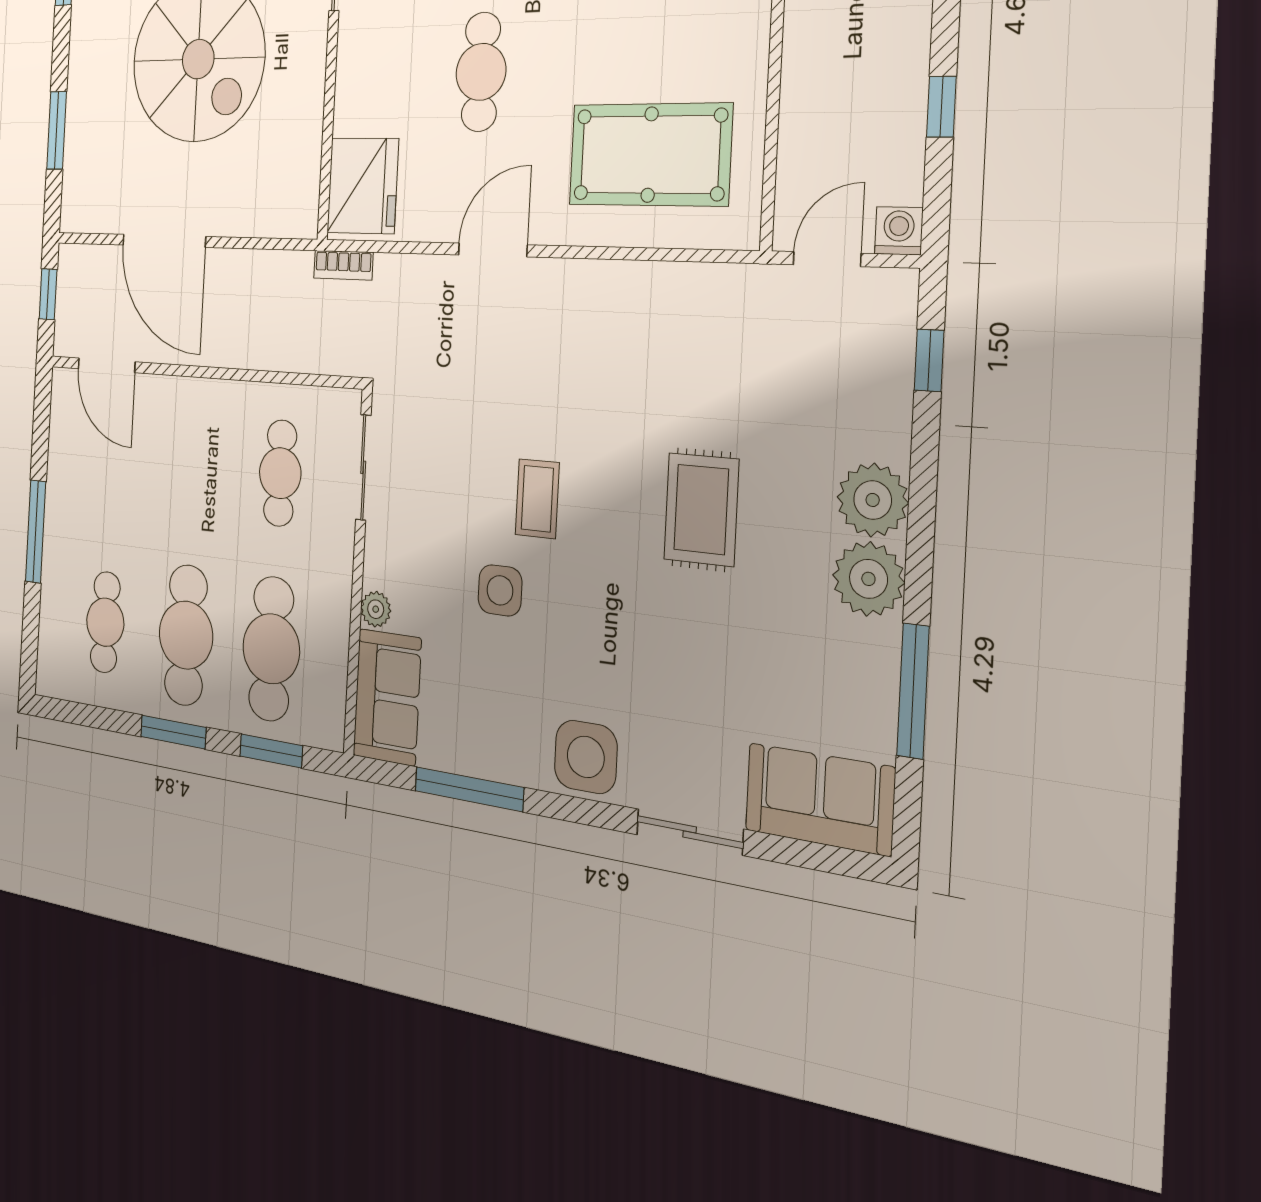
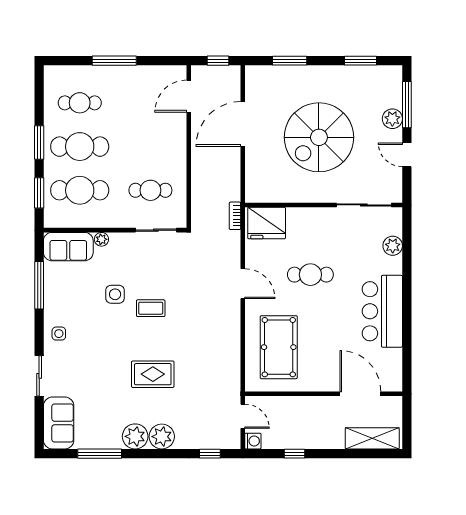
side table: (586, 757) -> (59, 334), width x0.54, depth x0.54

